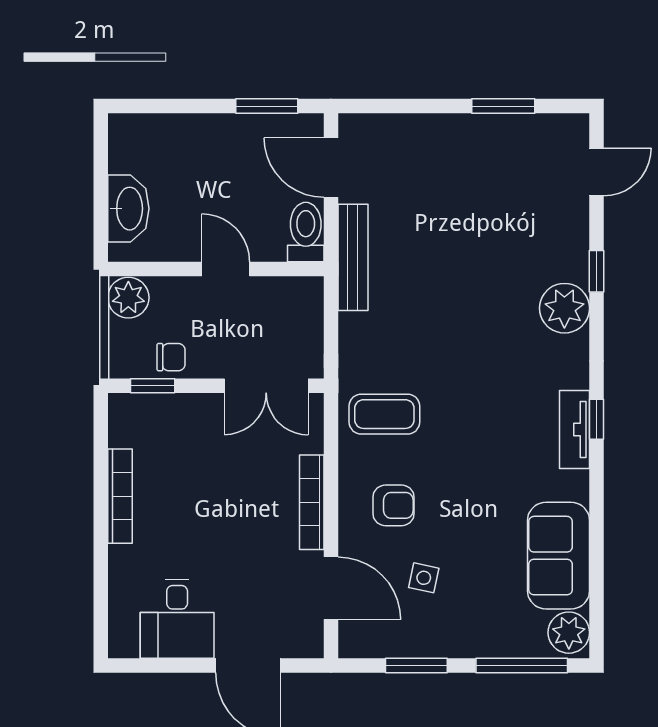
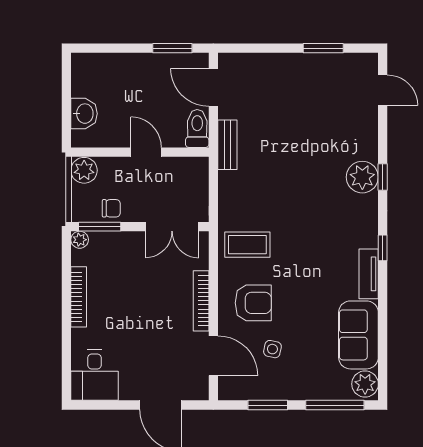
door: (597, 172) -> (383, 90), hinge flipped
washbasin: (128, 209) -> (84, 114), width x0.72
bench: (353, 257) -> (227, 145), width x0.73
window: (597, 271) -> (383, 177), moved
window: (153, 386) -> (100, 227), width x1.50
plant: (121, 406) -> (80, 240), added
tv unit: (574, 430) -> (369, 274), moved
armchair: (393, 505) -> (253, 303), width x1.38, depth x1.38
desk: (177, 619) -> (94, 375), moved

